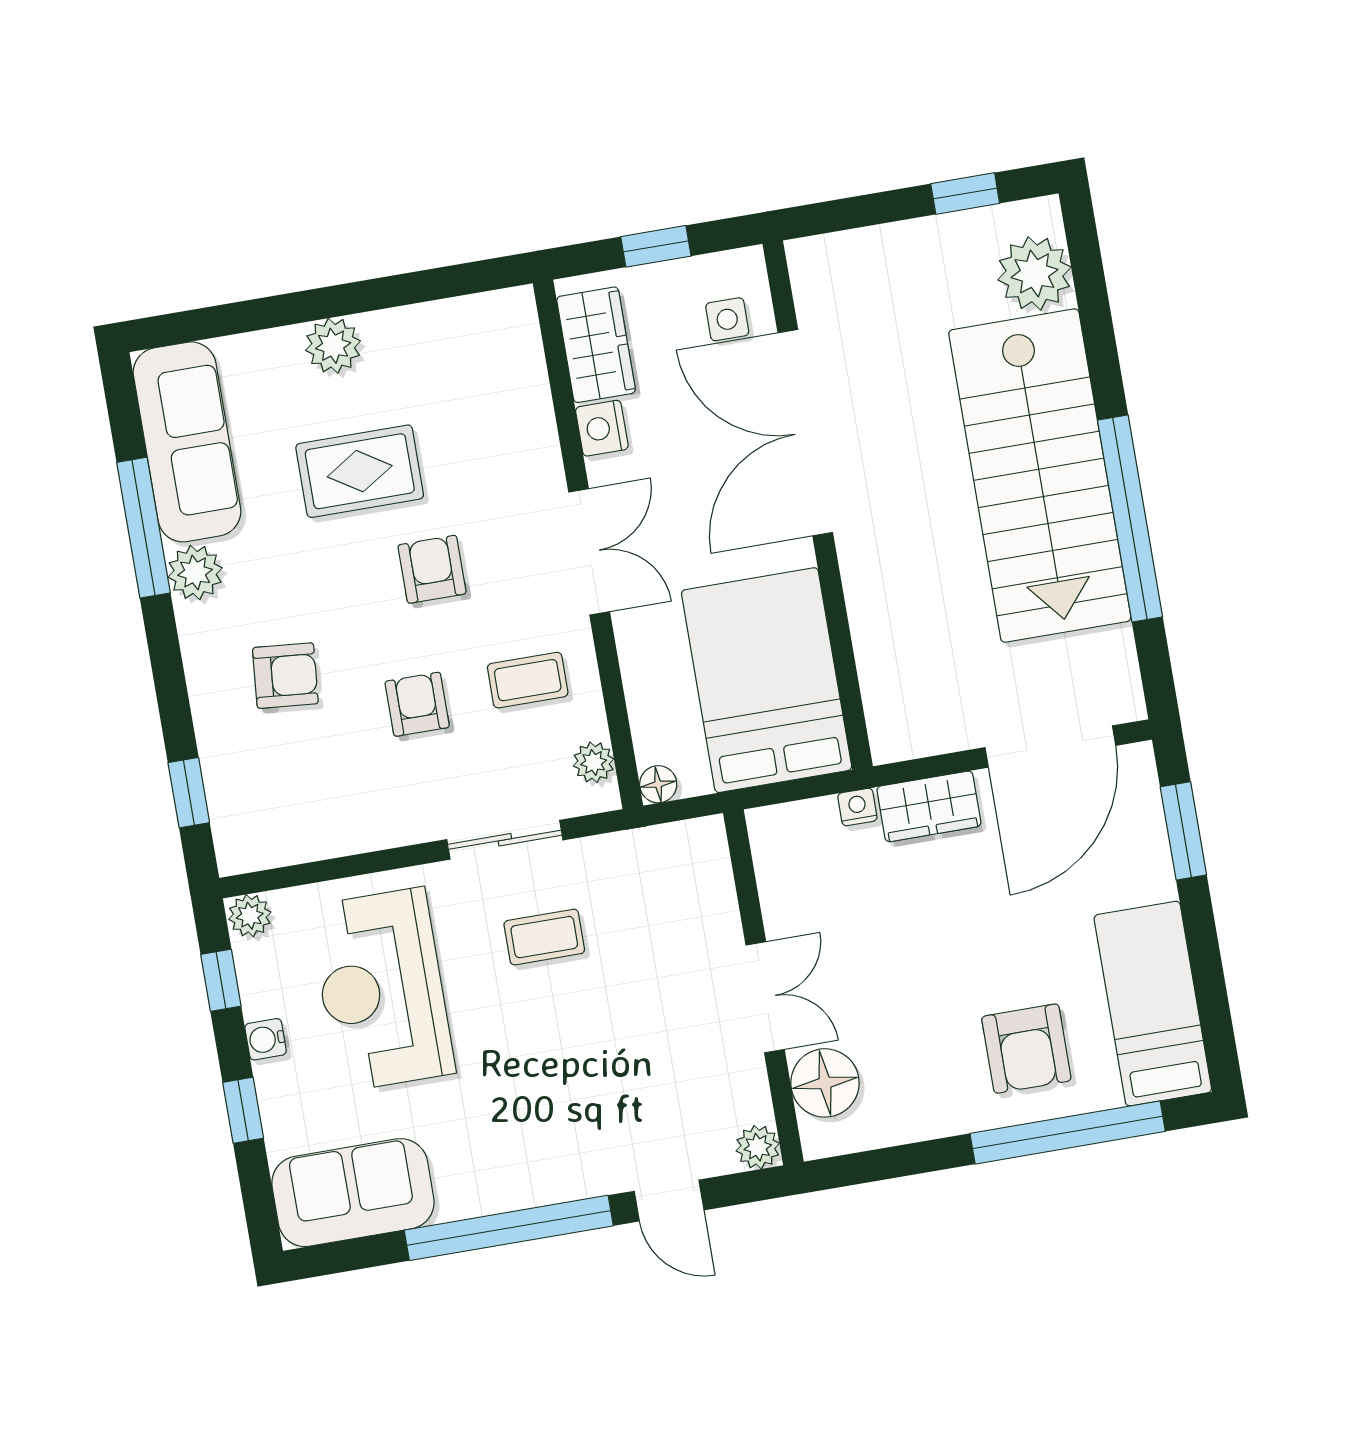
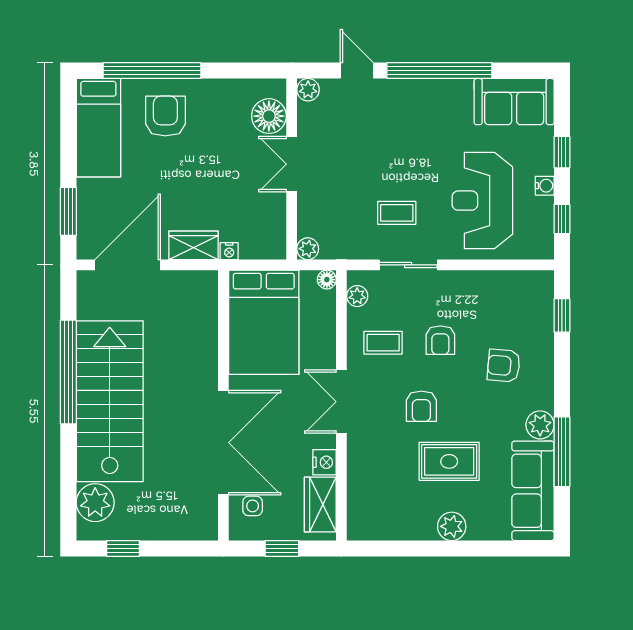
plant: (250, 916) -> (308, 249), moved
reception desk: (382, 990) -> (482, 201), turned 180

